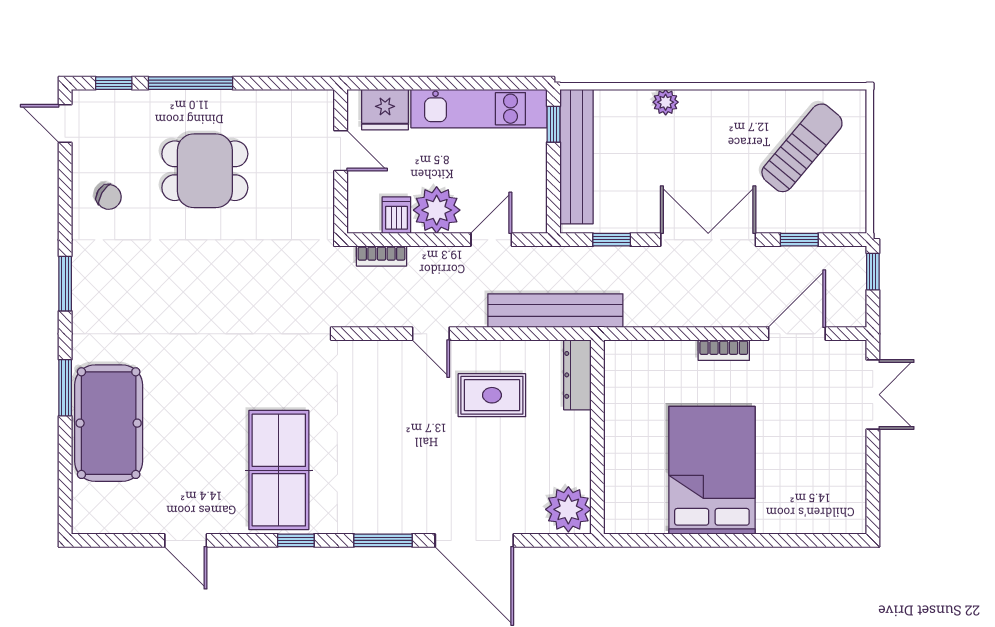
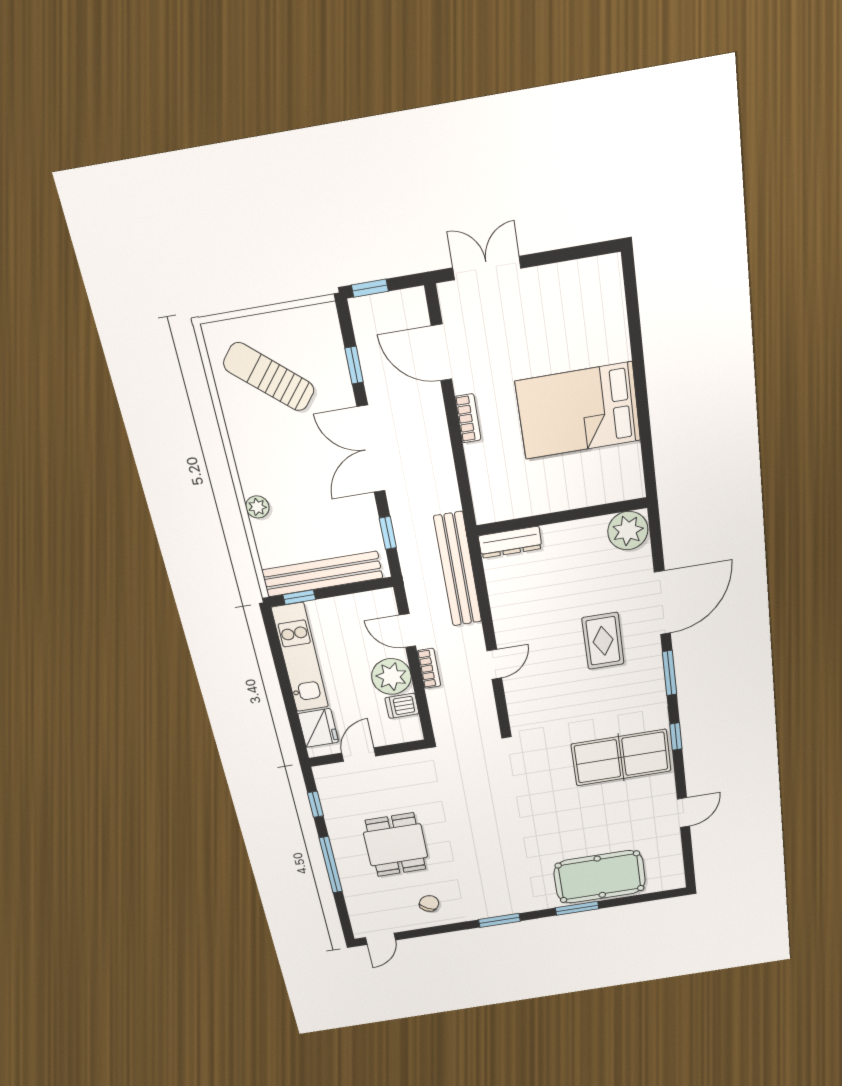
window: (114, 83) -> (315, 804), moved
bookcase: (381, 256) -> (429, 668), moved
rug: (492, 395) -> (603, 641), moved

